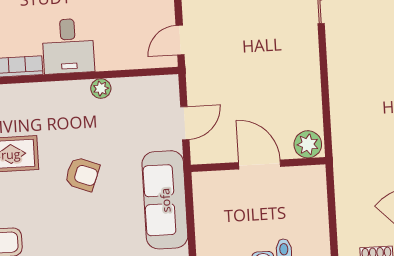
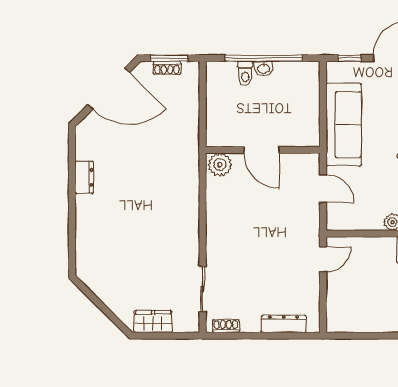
door: (185, 123) -> (323, 189), swing flipped

